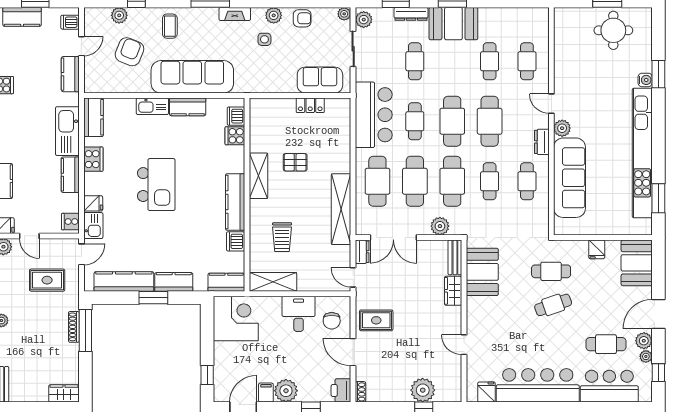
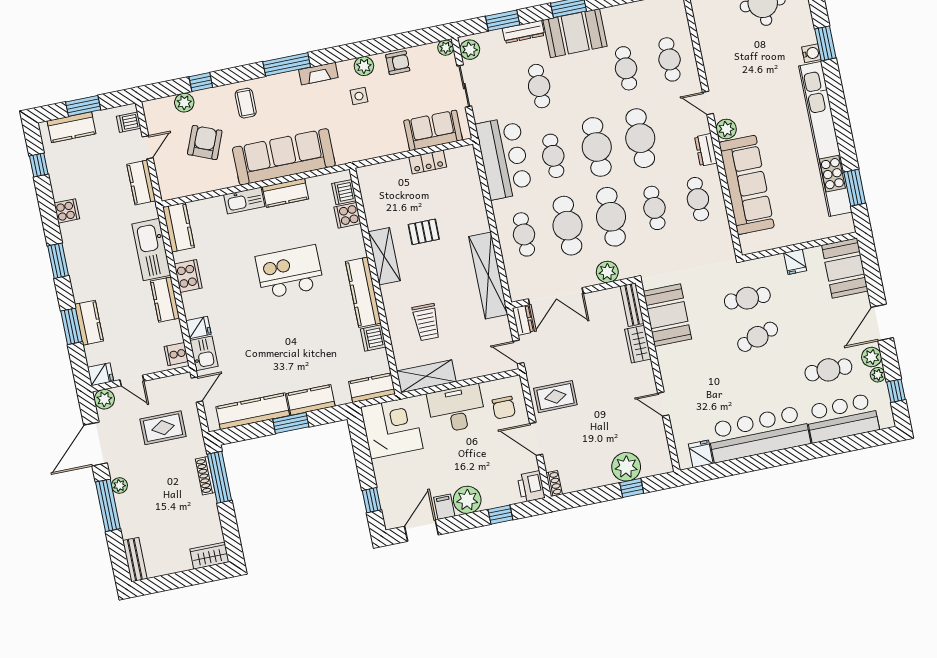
cafe table: (377, 181) -> (524, 234), width x0.73, depth x0.74
kitchen island: (156, 185) -> (290, 272), moved, turned -90
desk: (299, 314) -> (456, 409), width x1.37

